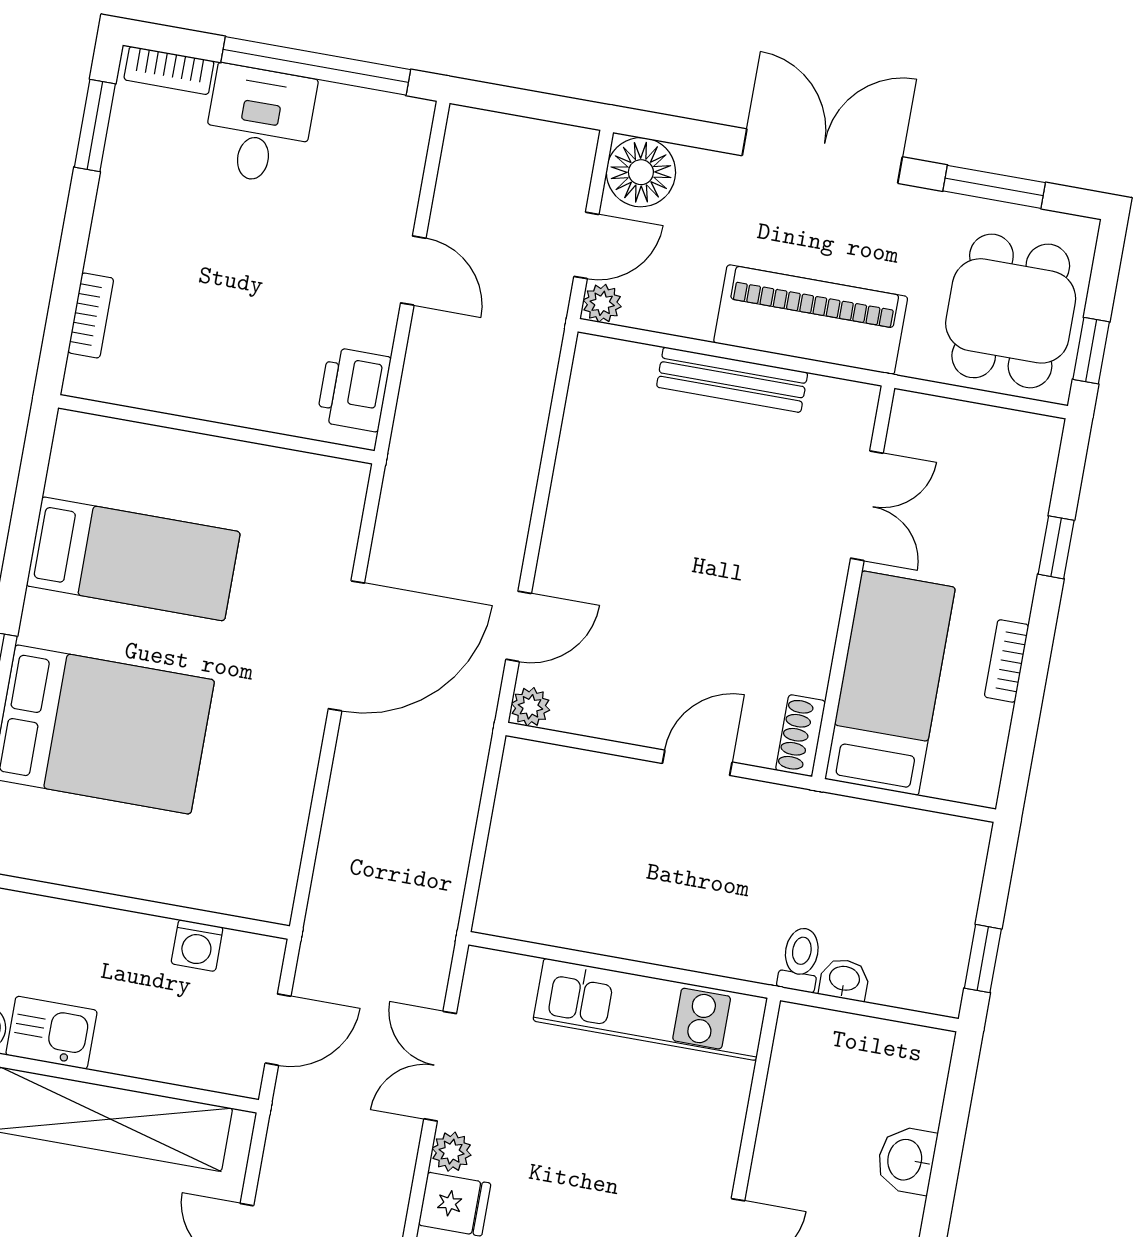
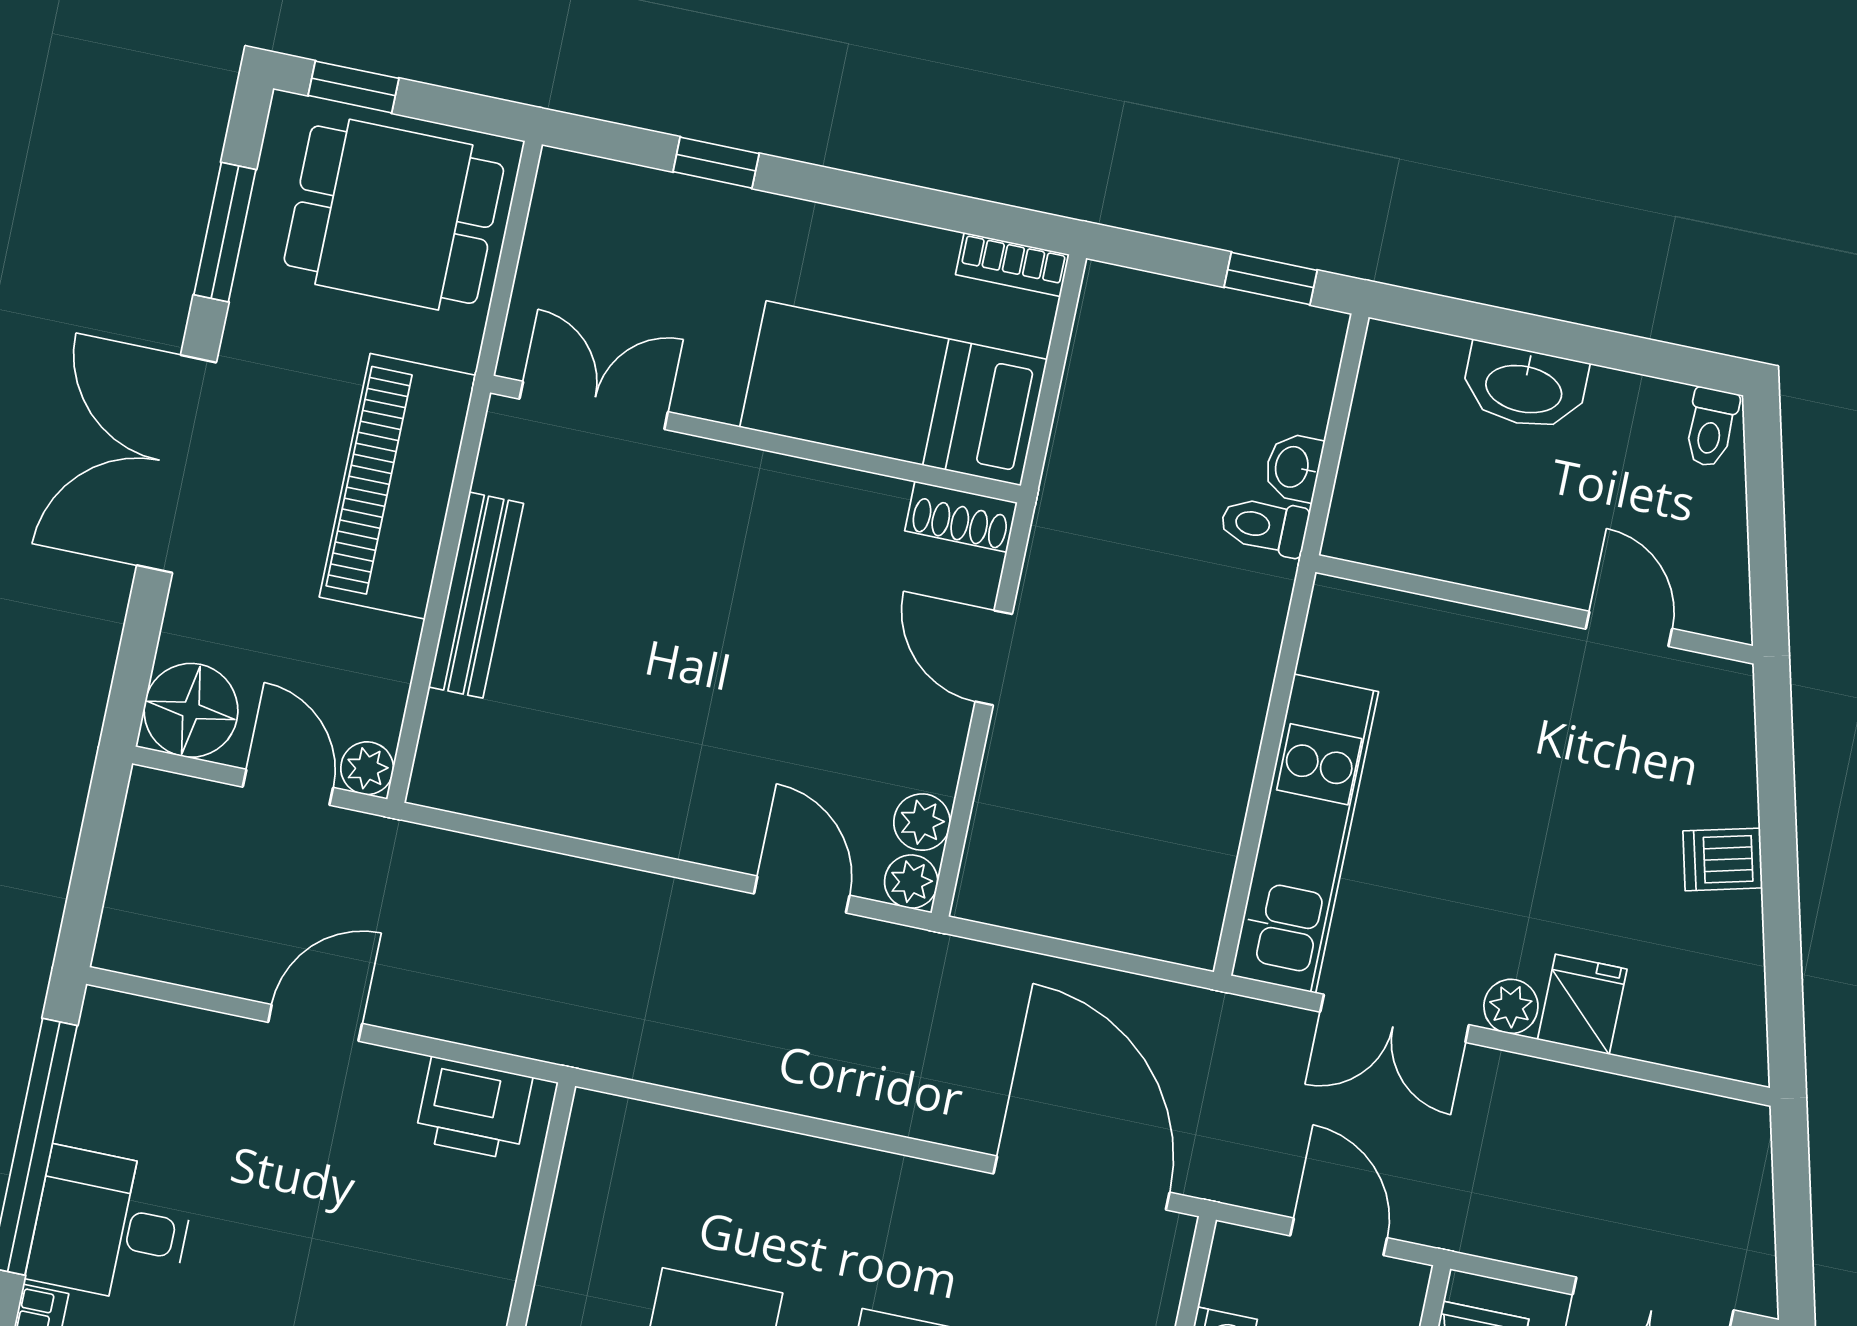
window: (1091, 351) -> (353, 87), moved
double door: (867, 506) -> (594, 405), moved
door: (346, 646) -> (1081, 1183), moved
bookcase: (1007, 661) -> (1012, 265), moved
plant: (575, 713) -> (922, 822), added
kitchen unit: (650, 1009) -> (1305, 834), moved
washbasin: (906, 1160) -> (1524, 387), width x1.38

